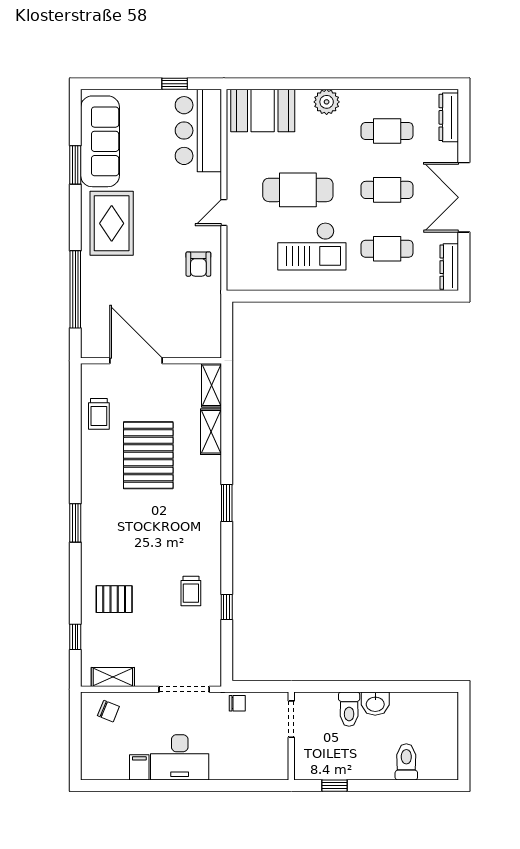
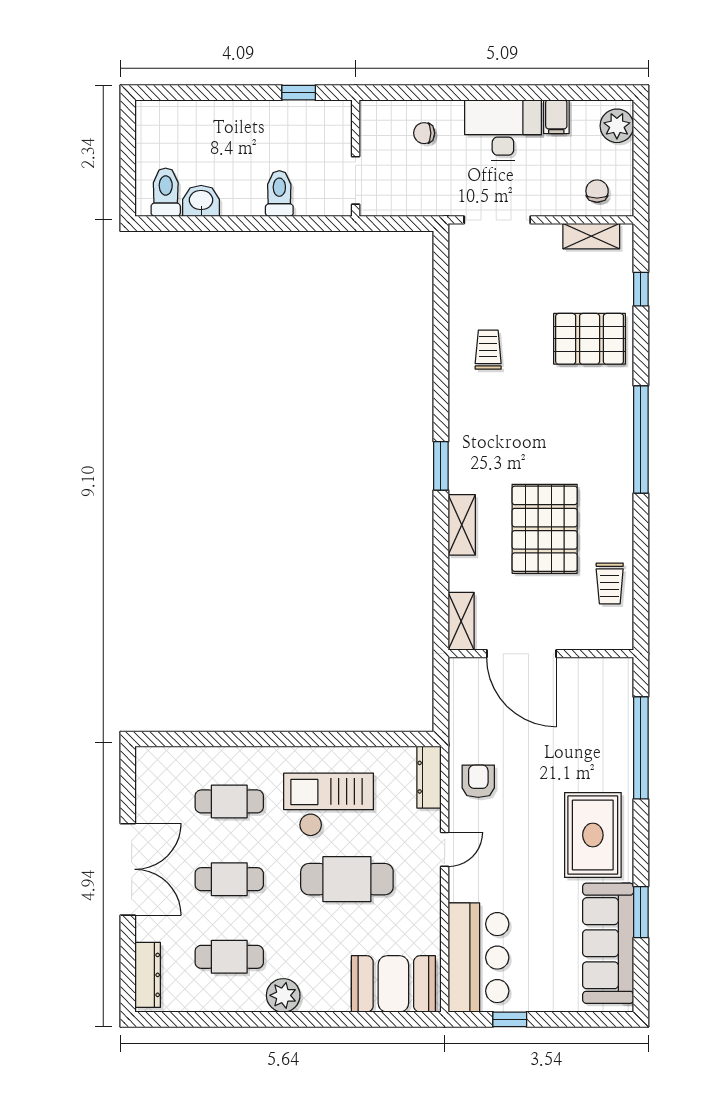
plant: (327, 102) -> (283, 995), moved
dresser: (449, 267) -> (429, 777), moved, turned 180
door: (136, 361) -> (521, 654), moved
trolley: (99, 414) -> (610, 583), turned 180
shelving: (211, 432) -> (462, 525), moved
window: (75, 523) -> (641, 440), width x2.11
pallet: (114, 599) -> (590, 339), width x1.50, depth x1.42
window: (227, 607) -> (441, 329), removed
chair: (237, 703) -> (424, 133), moved
washbasin: (375, 704) -> (201, 201), moved
chair: (108, 711) -> (597, 191), turned 68
plant: (93, 761) -> (617, 126), added
toilet: (406, 762) -> (166, 192), moved, turned 180

